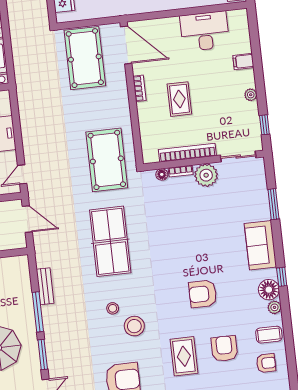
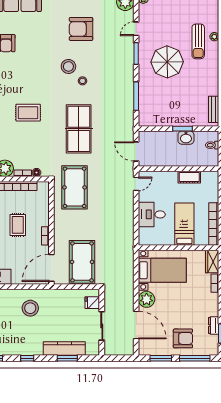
door: (126, 45) -> (51, 268), hinge flipped
bench: (45, 286) -> (129, 102), removed
armchair: (203, 294) -> (17, 84), removed
window: (38, 312) -> (136, 96), moved
rug: (184, 356) -> (28, 113), moved, turned 90

